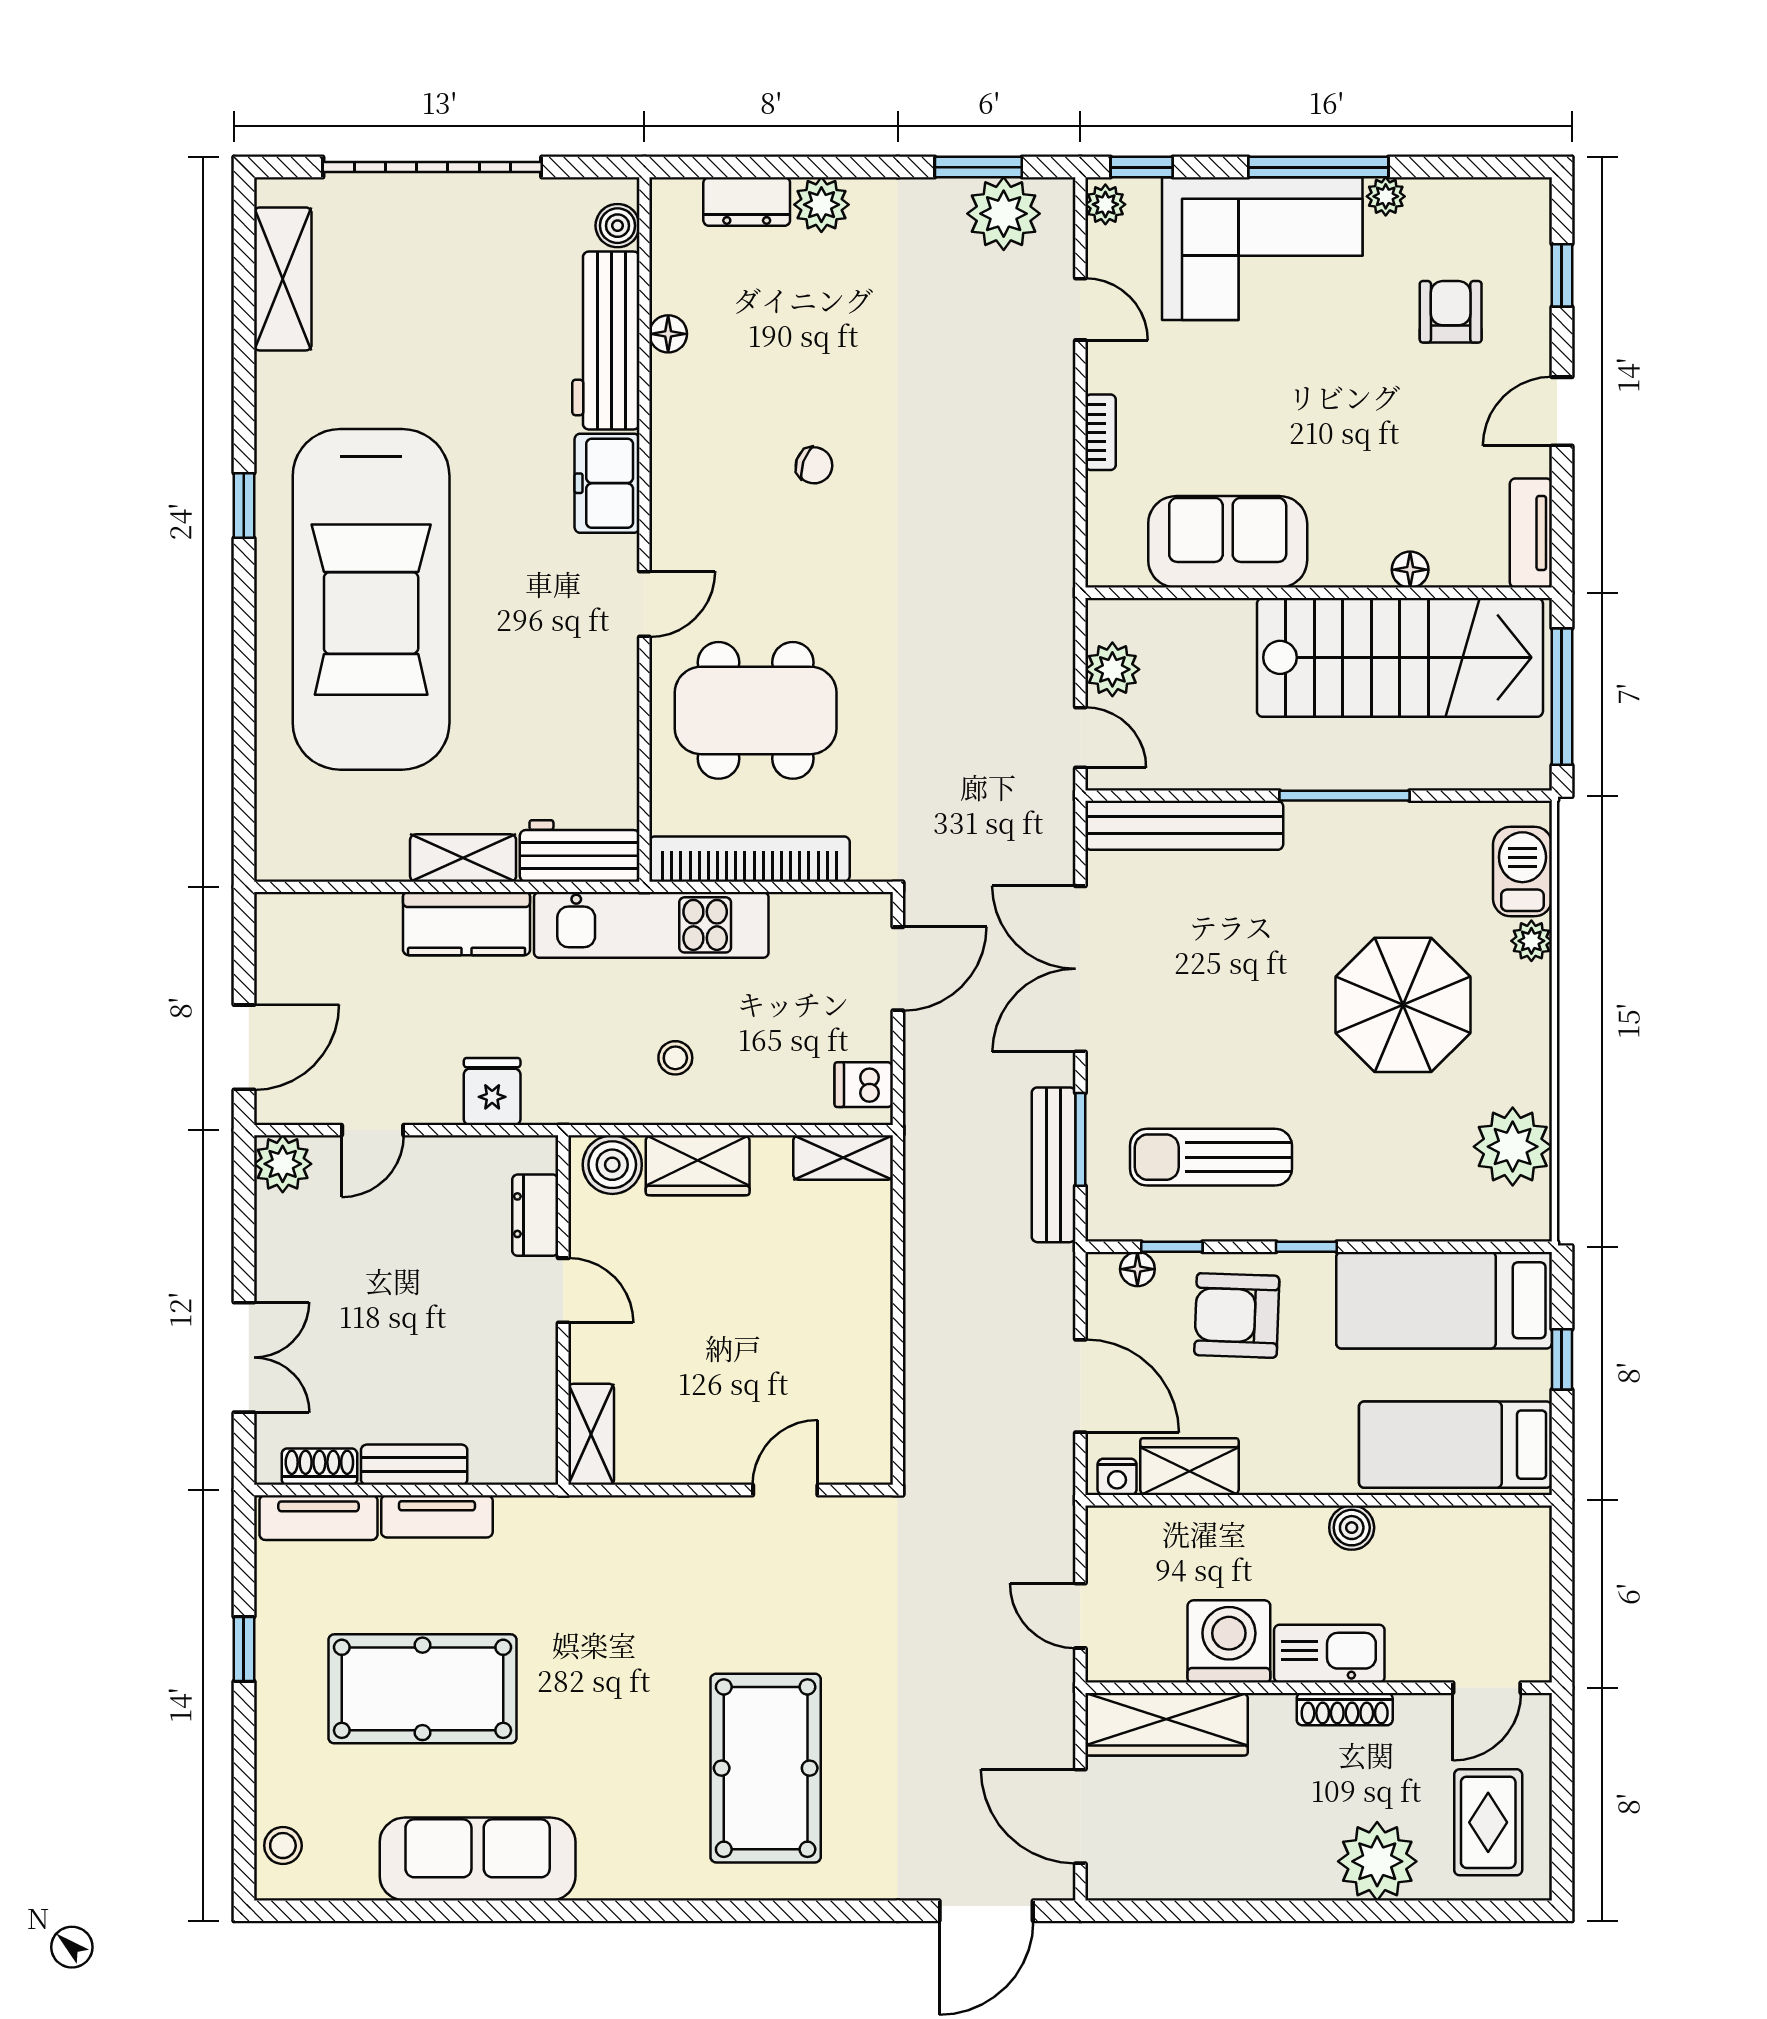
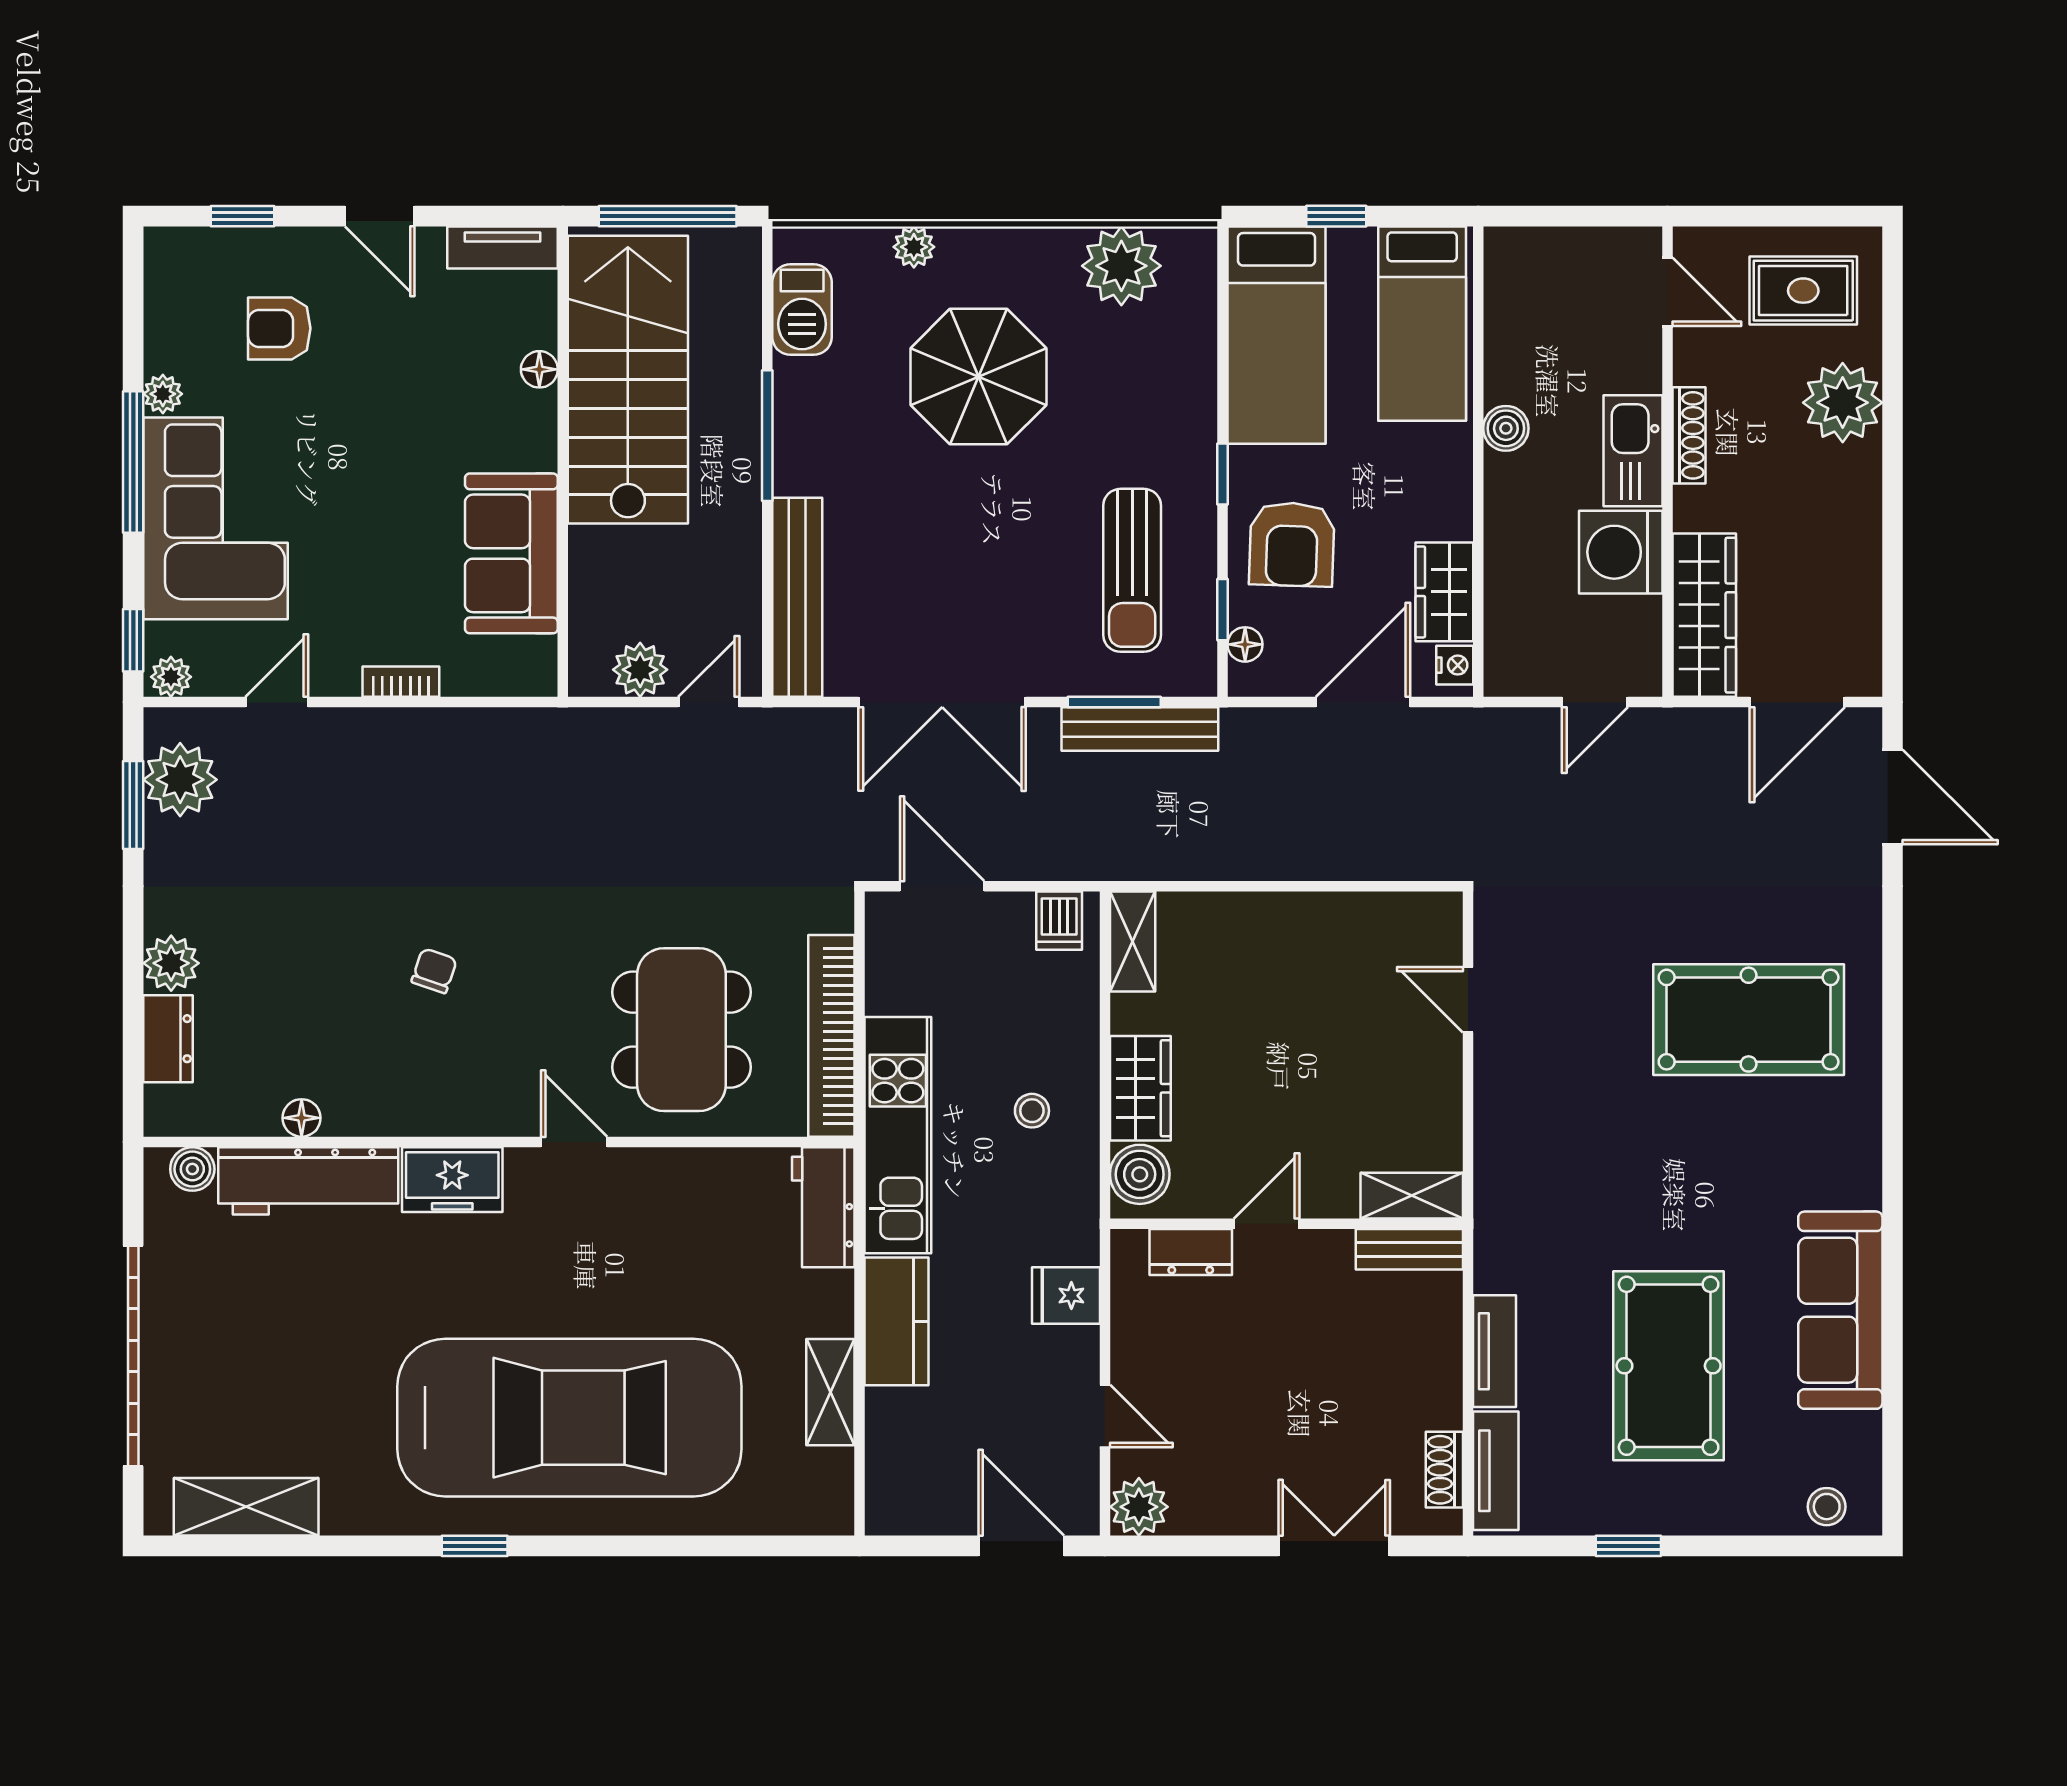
shelving: (463, 858) -> (830, 1392), moved
barbecue: (1522, 872) -> (802, 310), moved, turned -90
bench: (414, 1465) -> (1409, 1249), moved, turned 90

